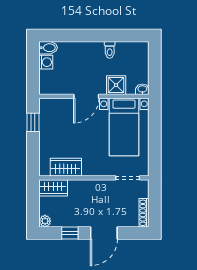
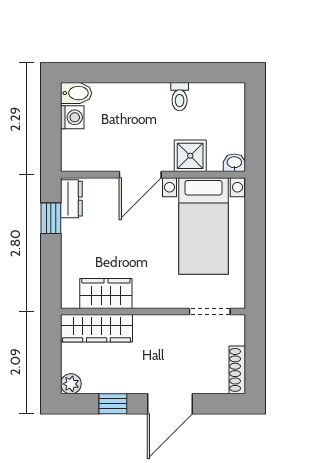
dresser: (45, 111) -> (71, 199), added
wardrobe: (53, 188) -> (97, 328), width x1.50

